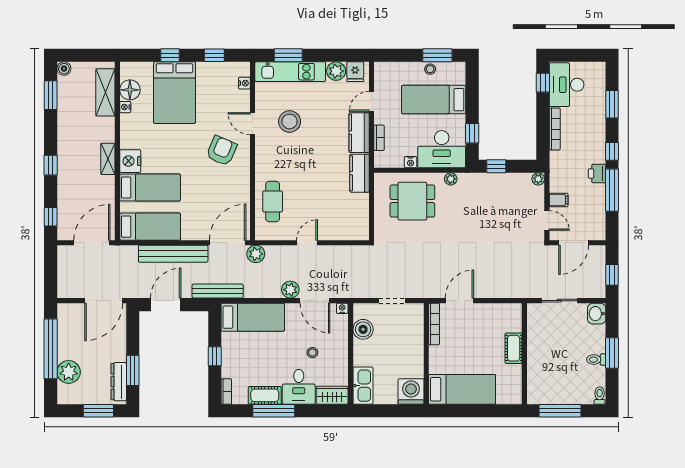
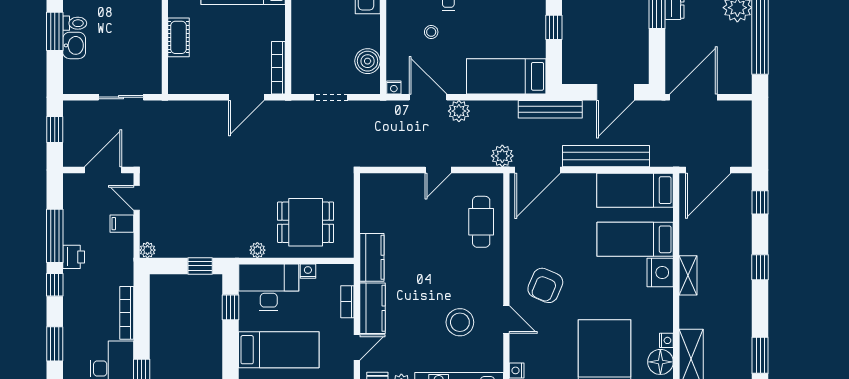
washbasin: (597, 314) -> (74, 45), moved

